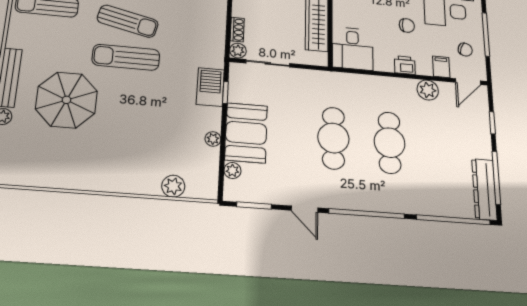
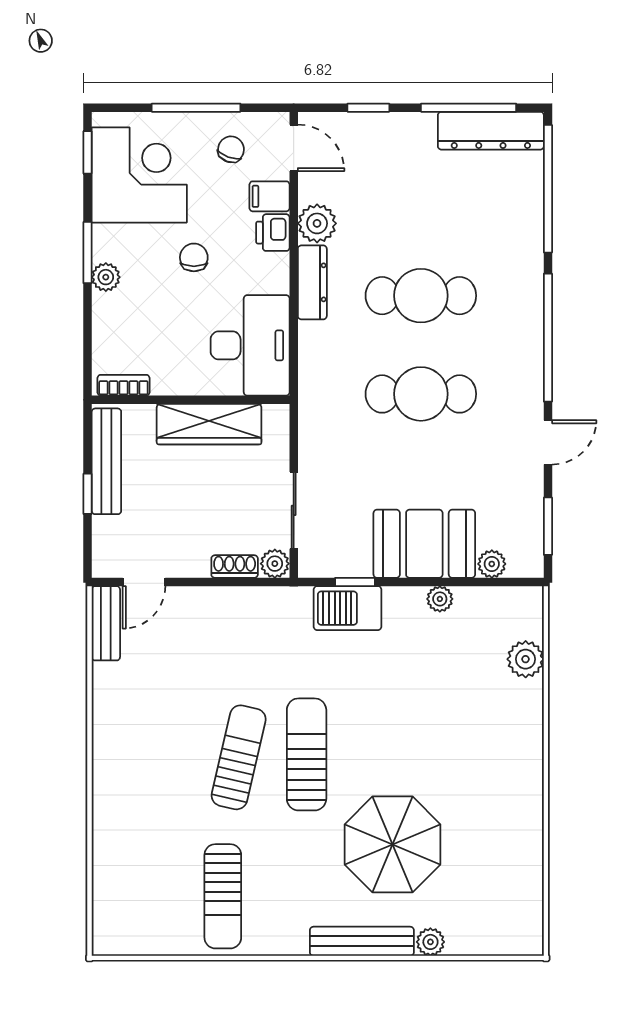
desk: (353, 49) -> (250, 345), width x1.37
sun lounger: (126, 57) -> (307, 754), turned 180
printer: (405, 65) -> (273, 233), moved
dresser: (395, 85) -> (312, 282), added

